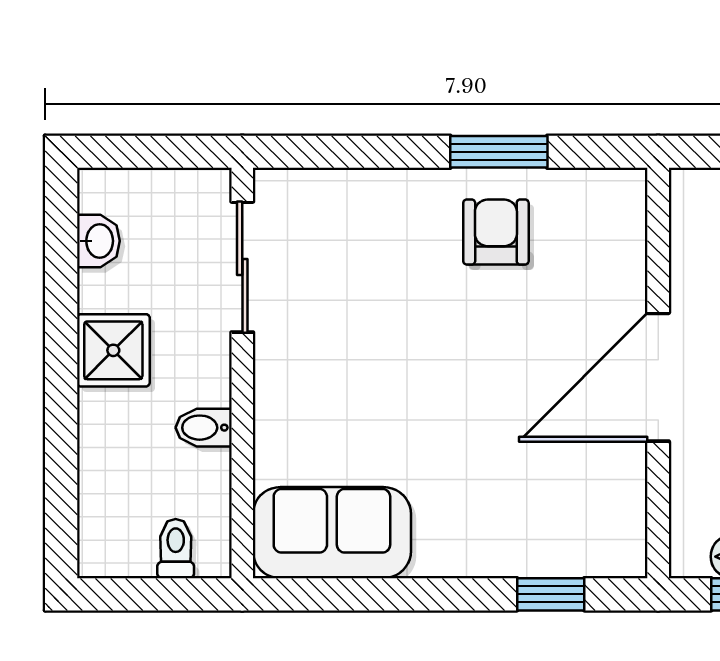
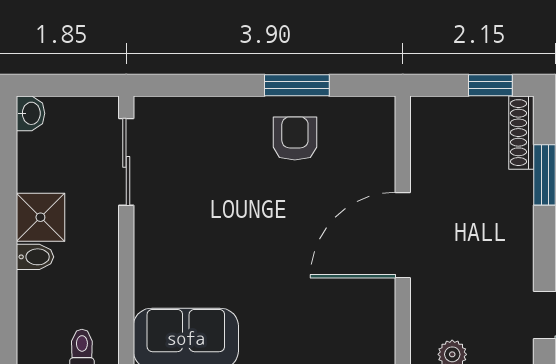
washbasin: (98, 241) -> (31, 113), moved
bidet: (204, 428) -> (35, 257), moved, turned 180

